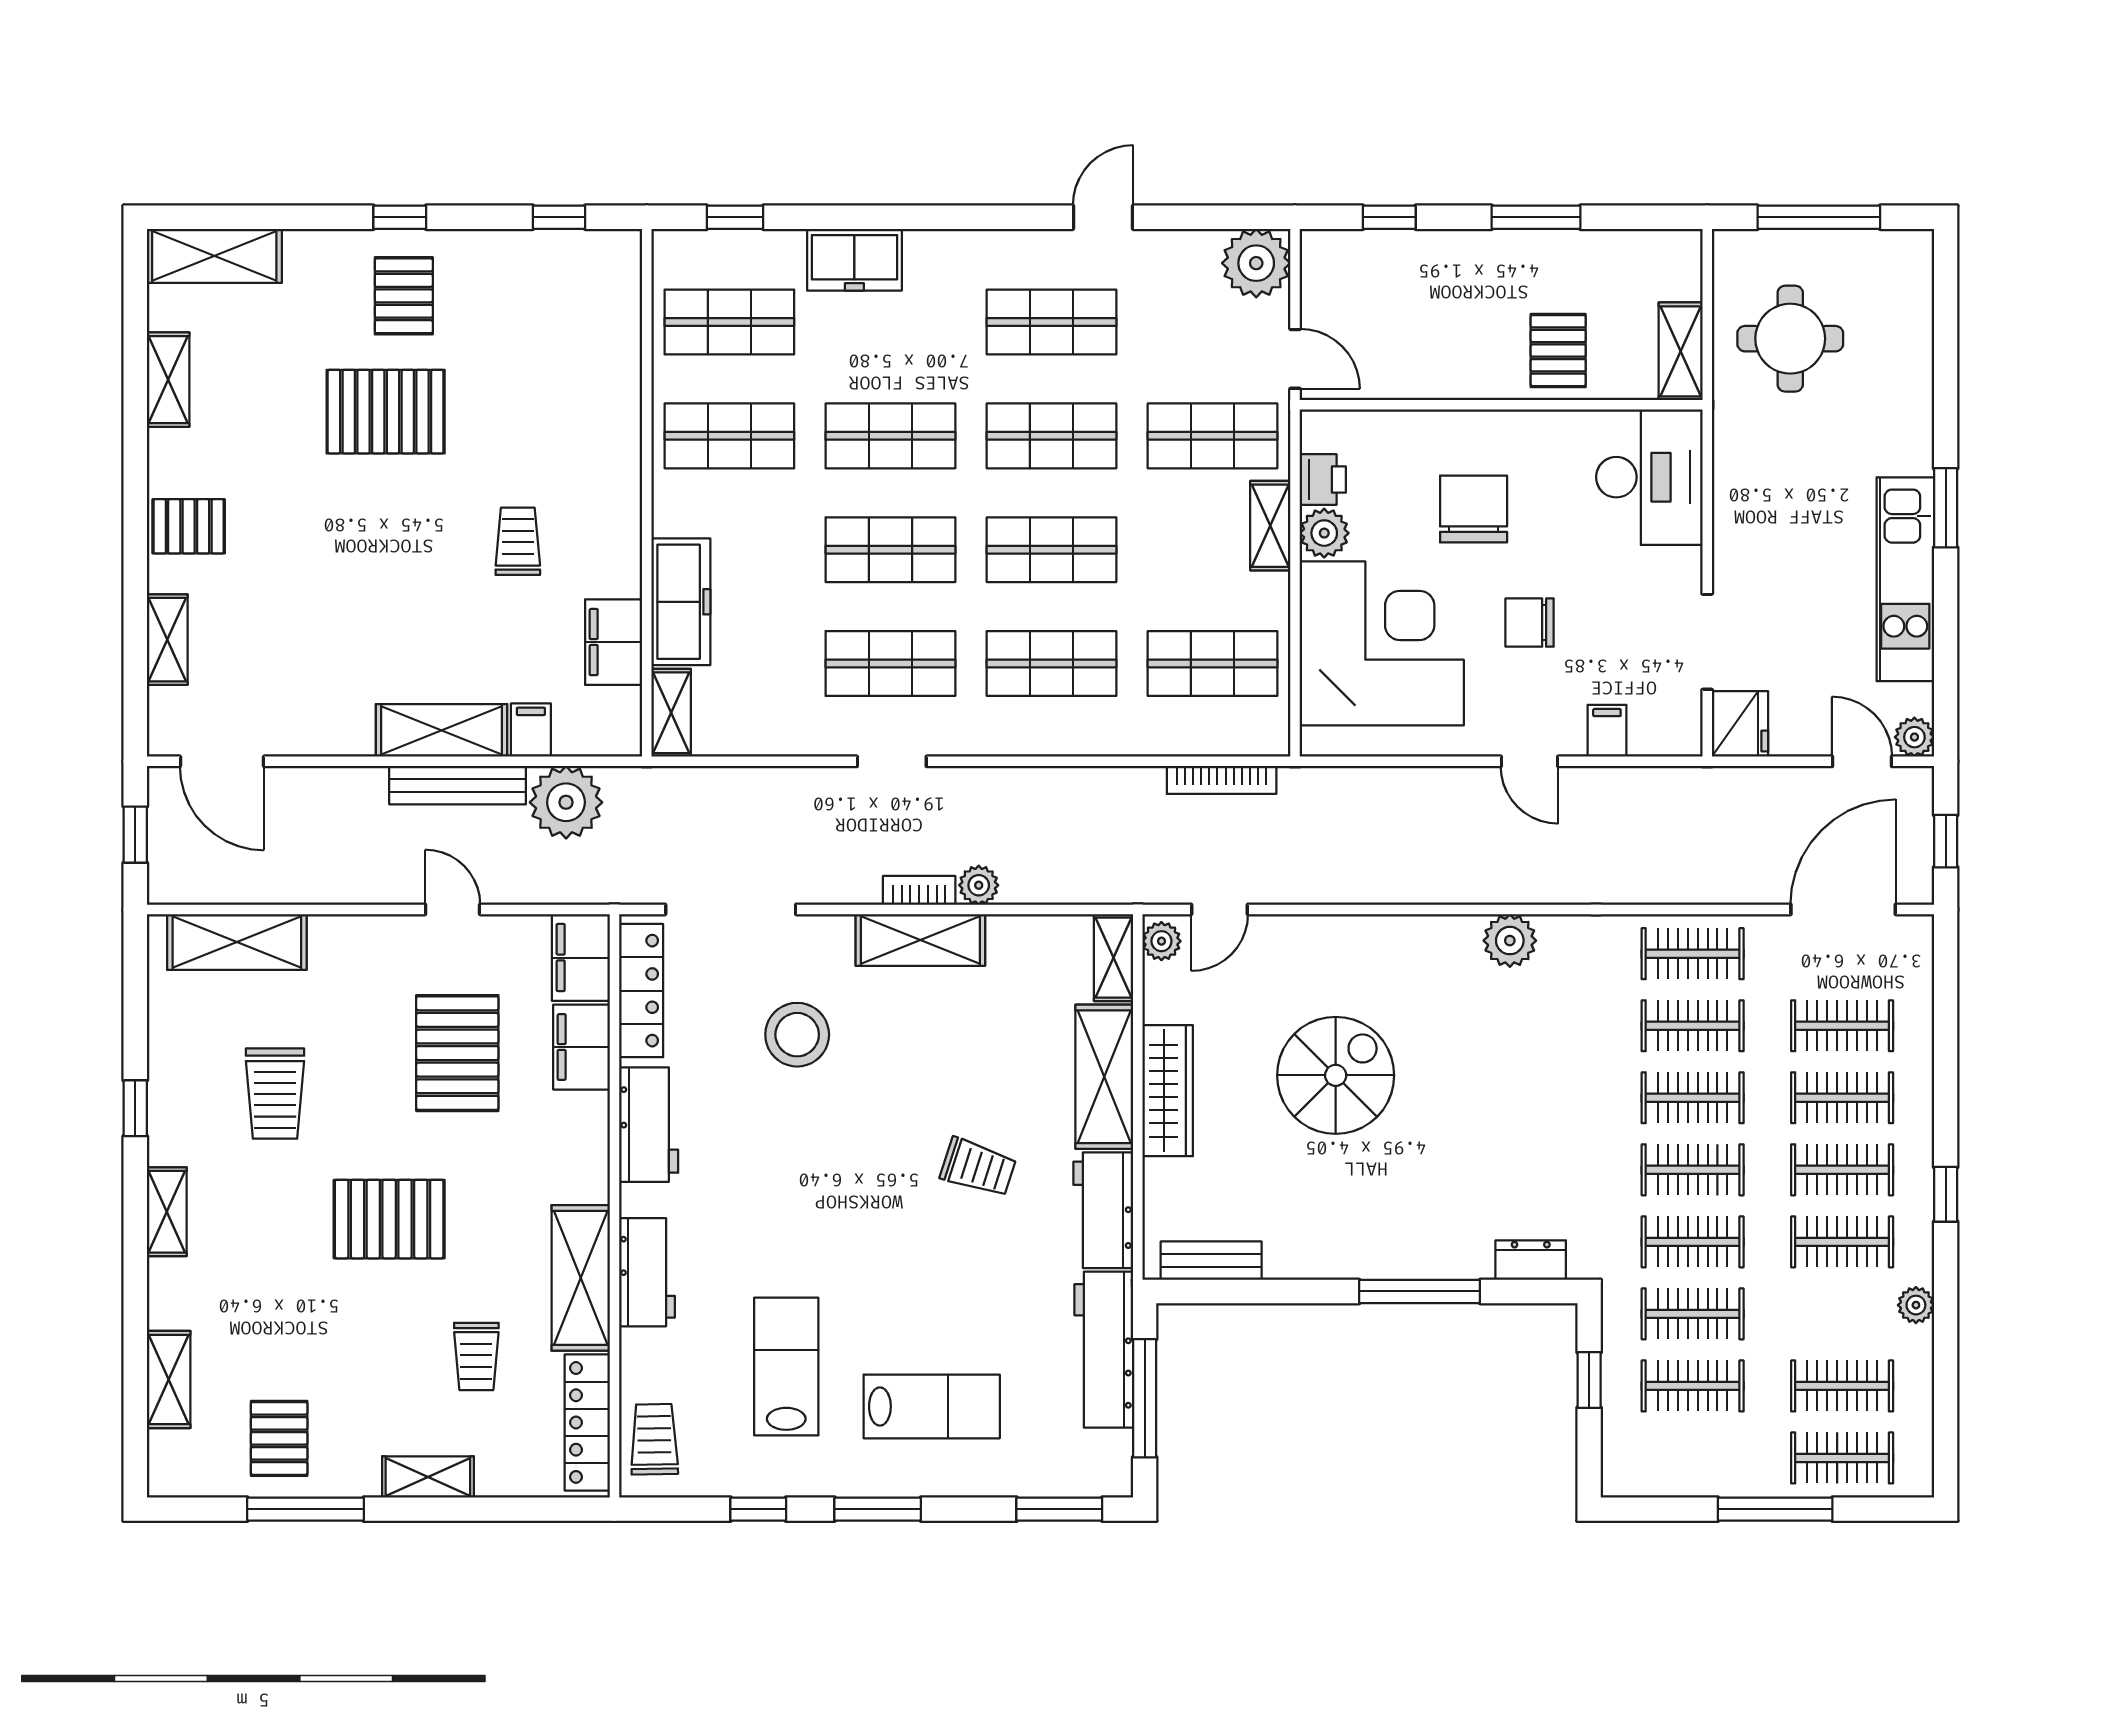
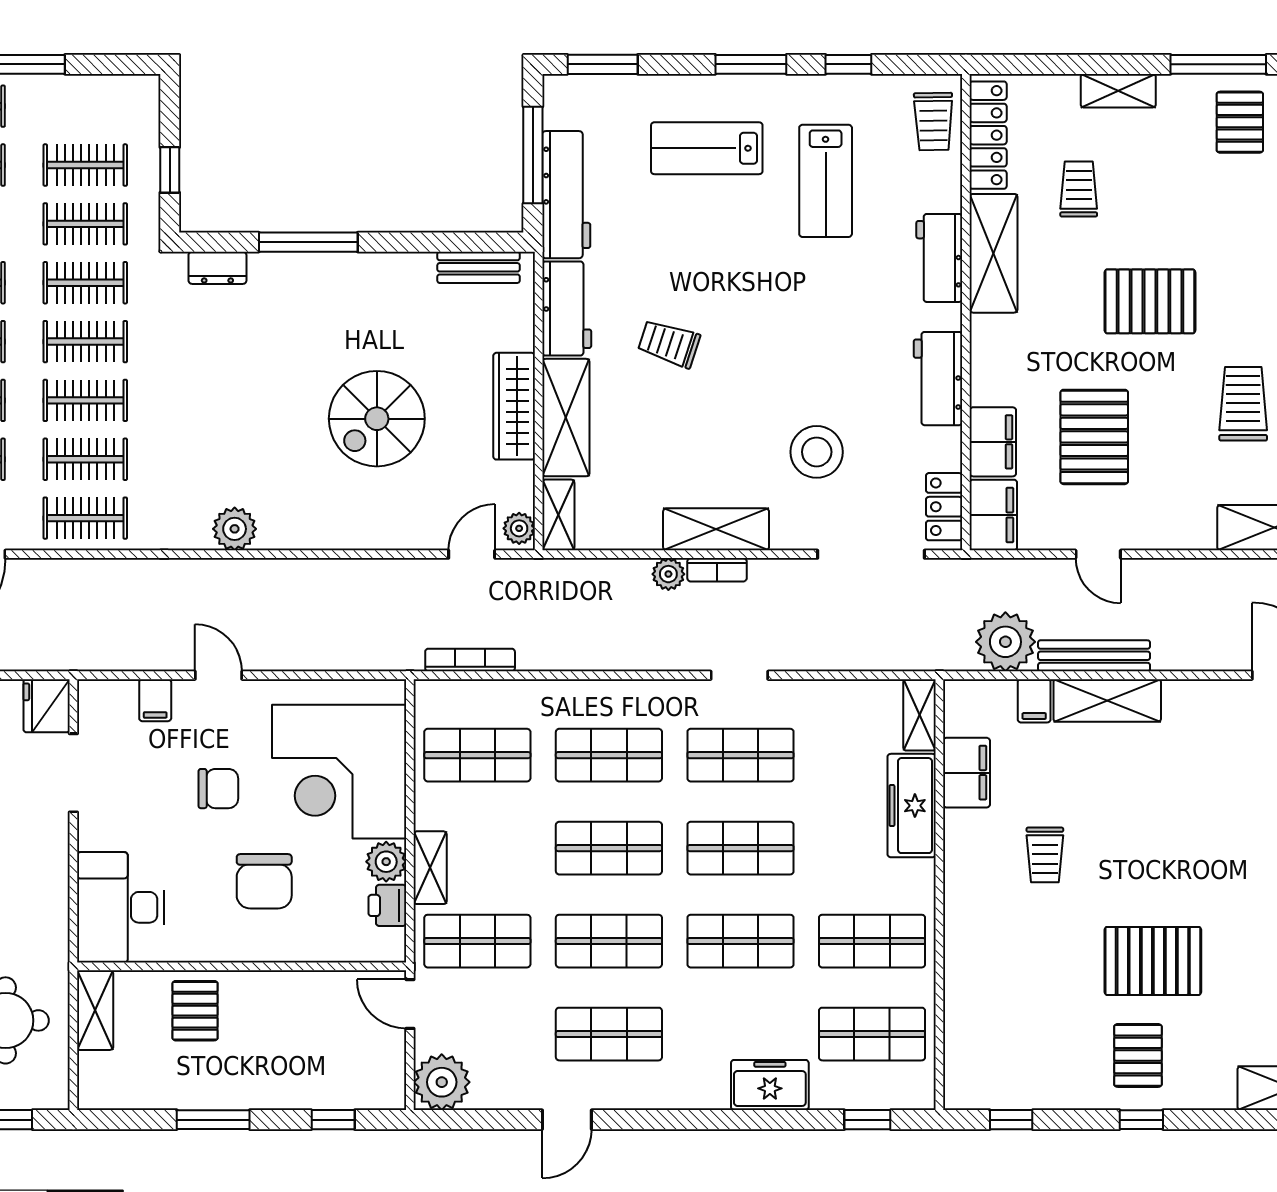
locker: (641, 991) -> (944, 507), width x0.66

